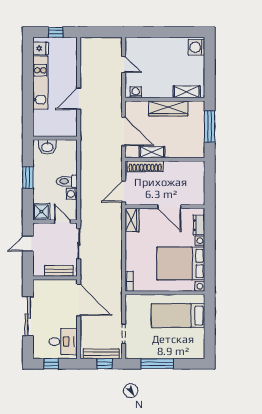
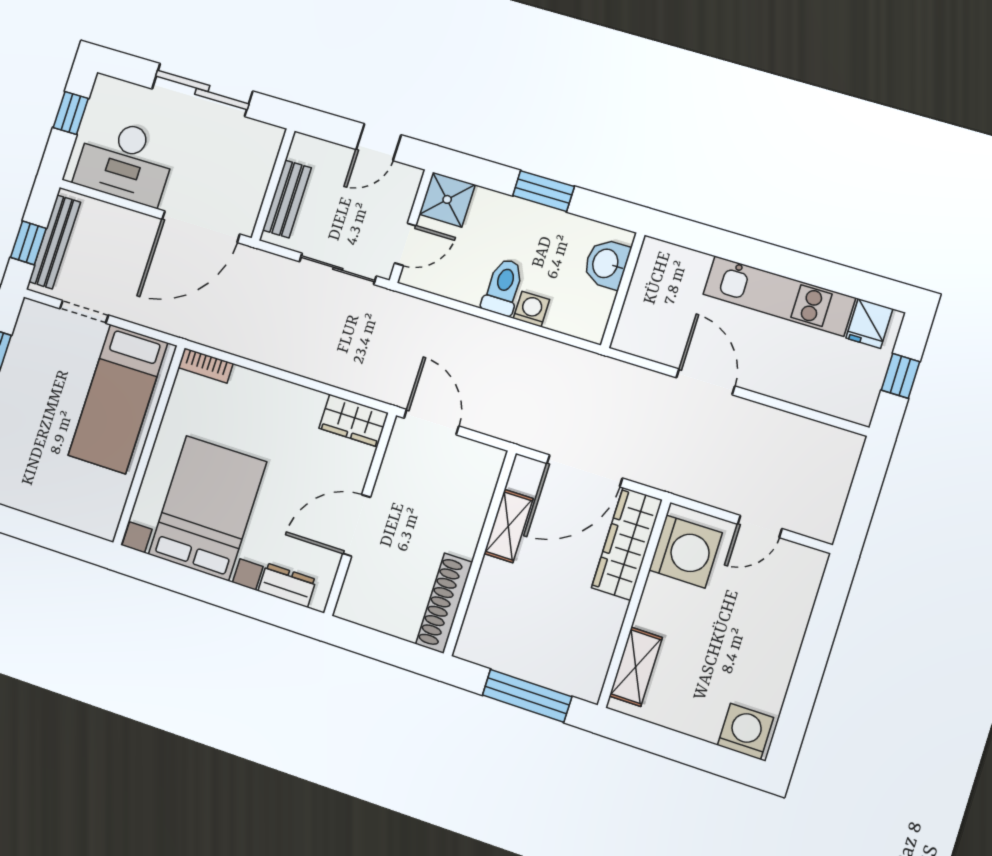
washing machine: (136, 92) -> (686, 551), width x1.89, depth x1.89
wardrobe: (168, 108) -> (627, 544), moved
shoe rack: (145, 166) -> (444, 603), moved
washing machine: (72, 194) -> (531, 309), moved
door: (28, 244) -> (379, 142), swing flipped
bed: (178, 316) -> (118, 399), moved, turned 180
desk: (63, 342) -> (125, 161), width x1.37

